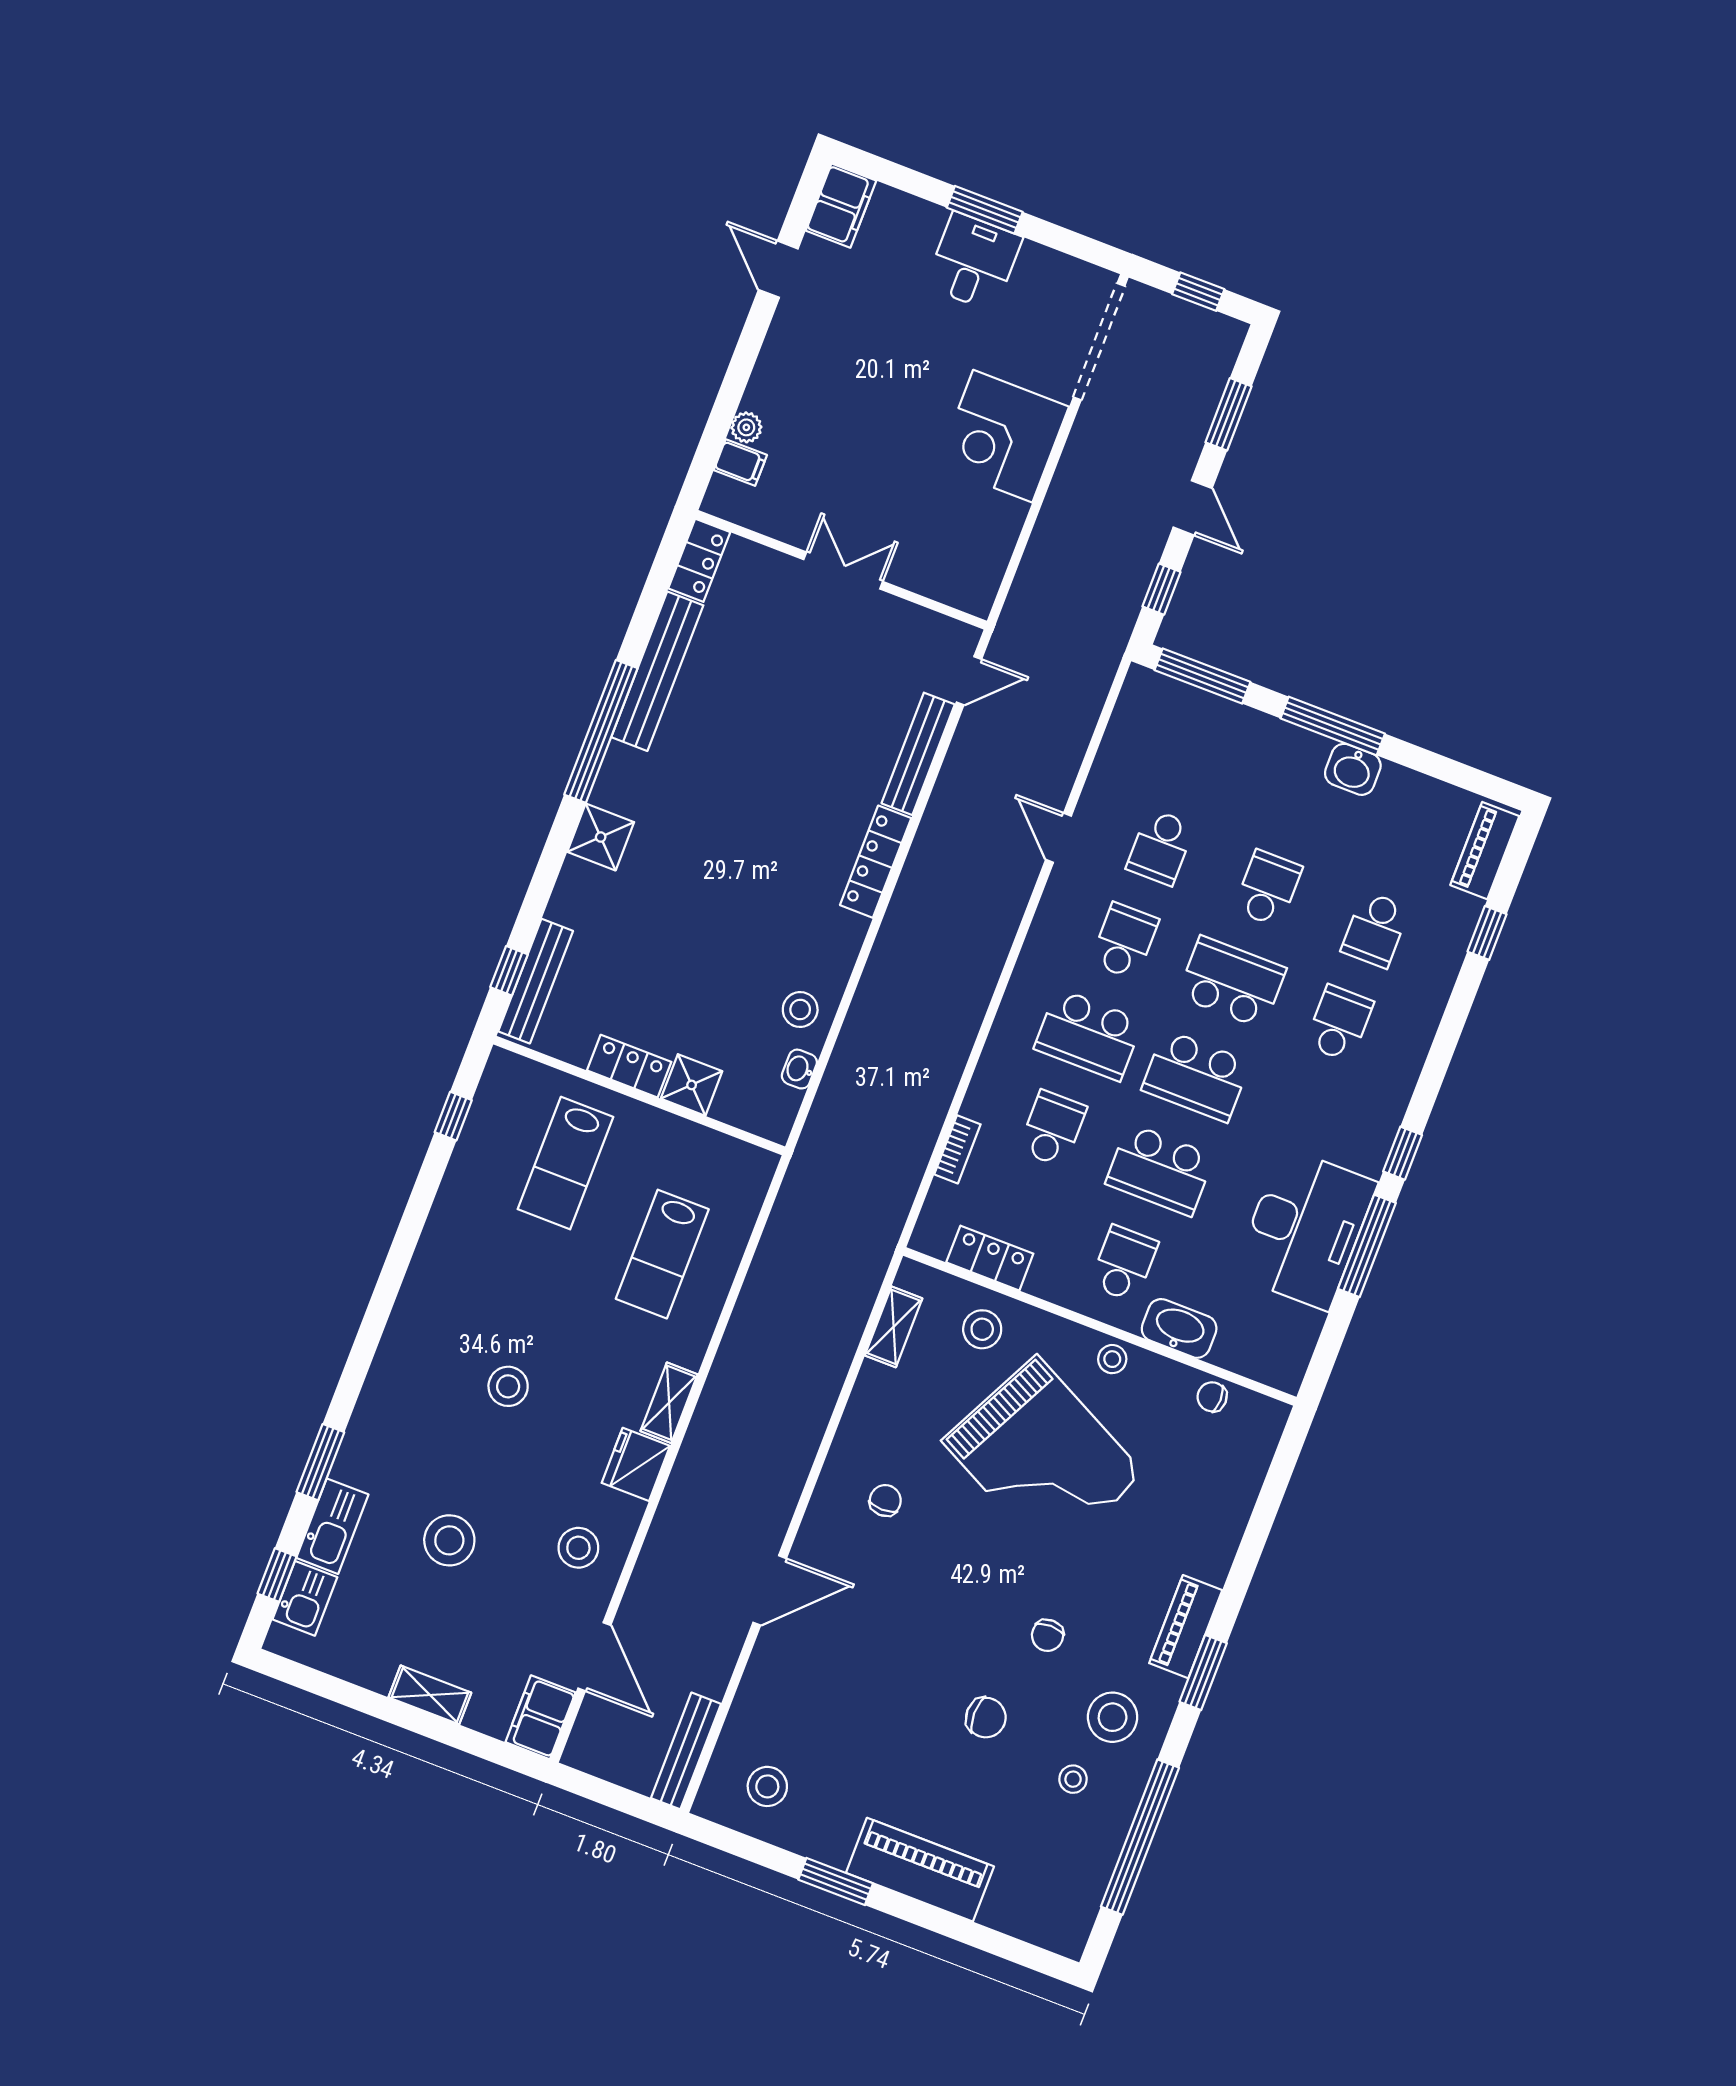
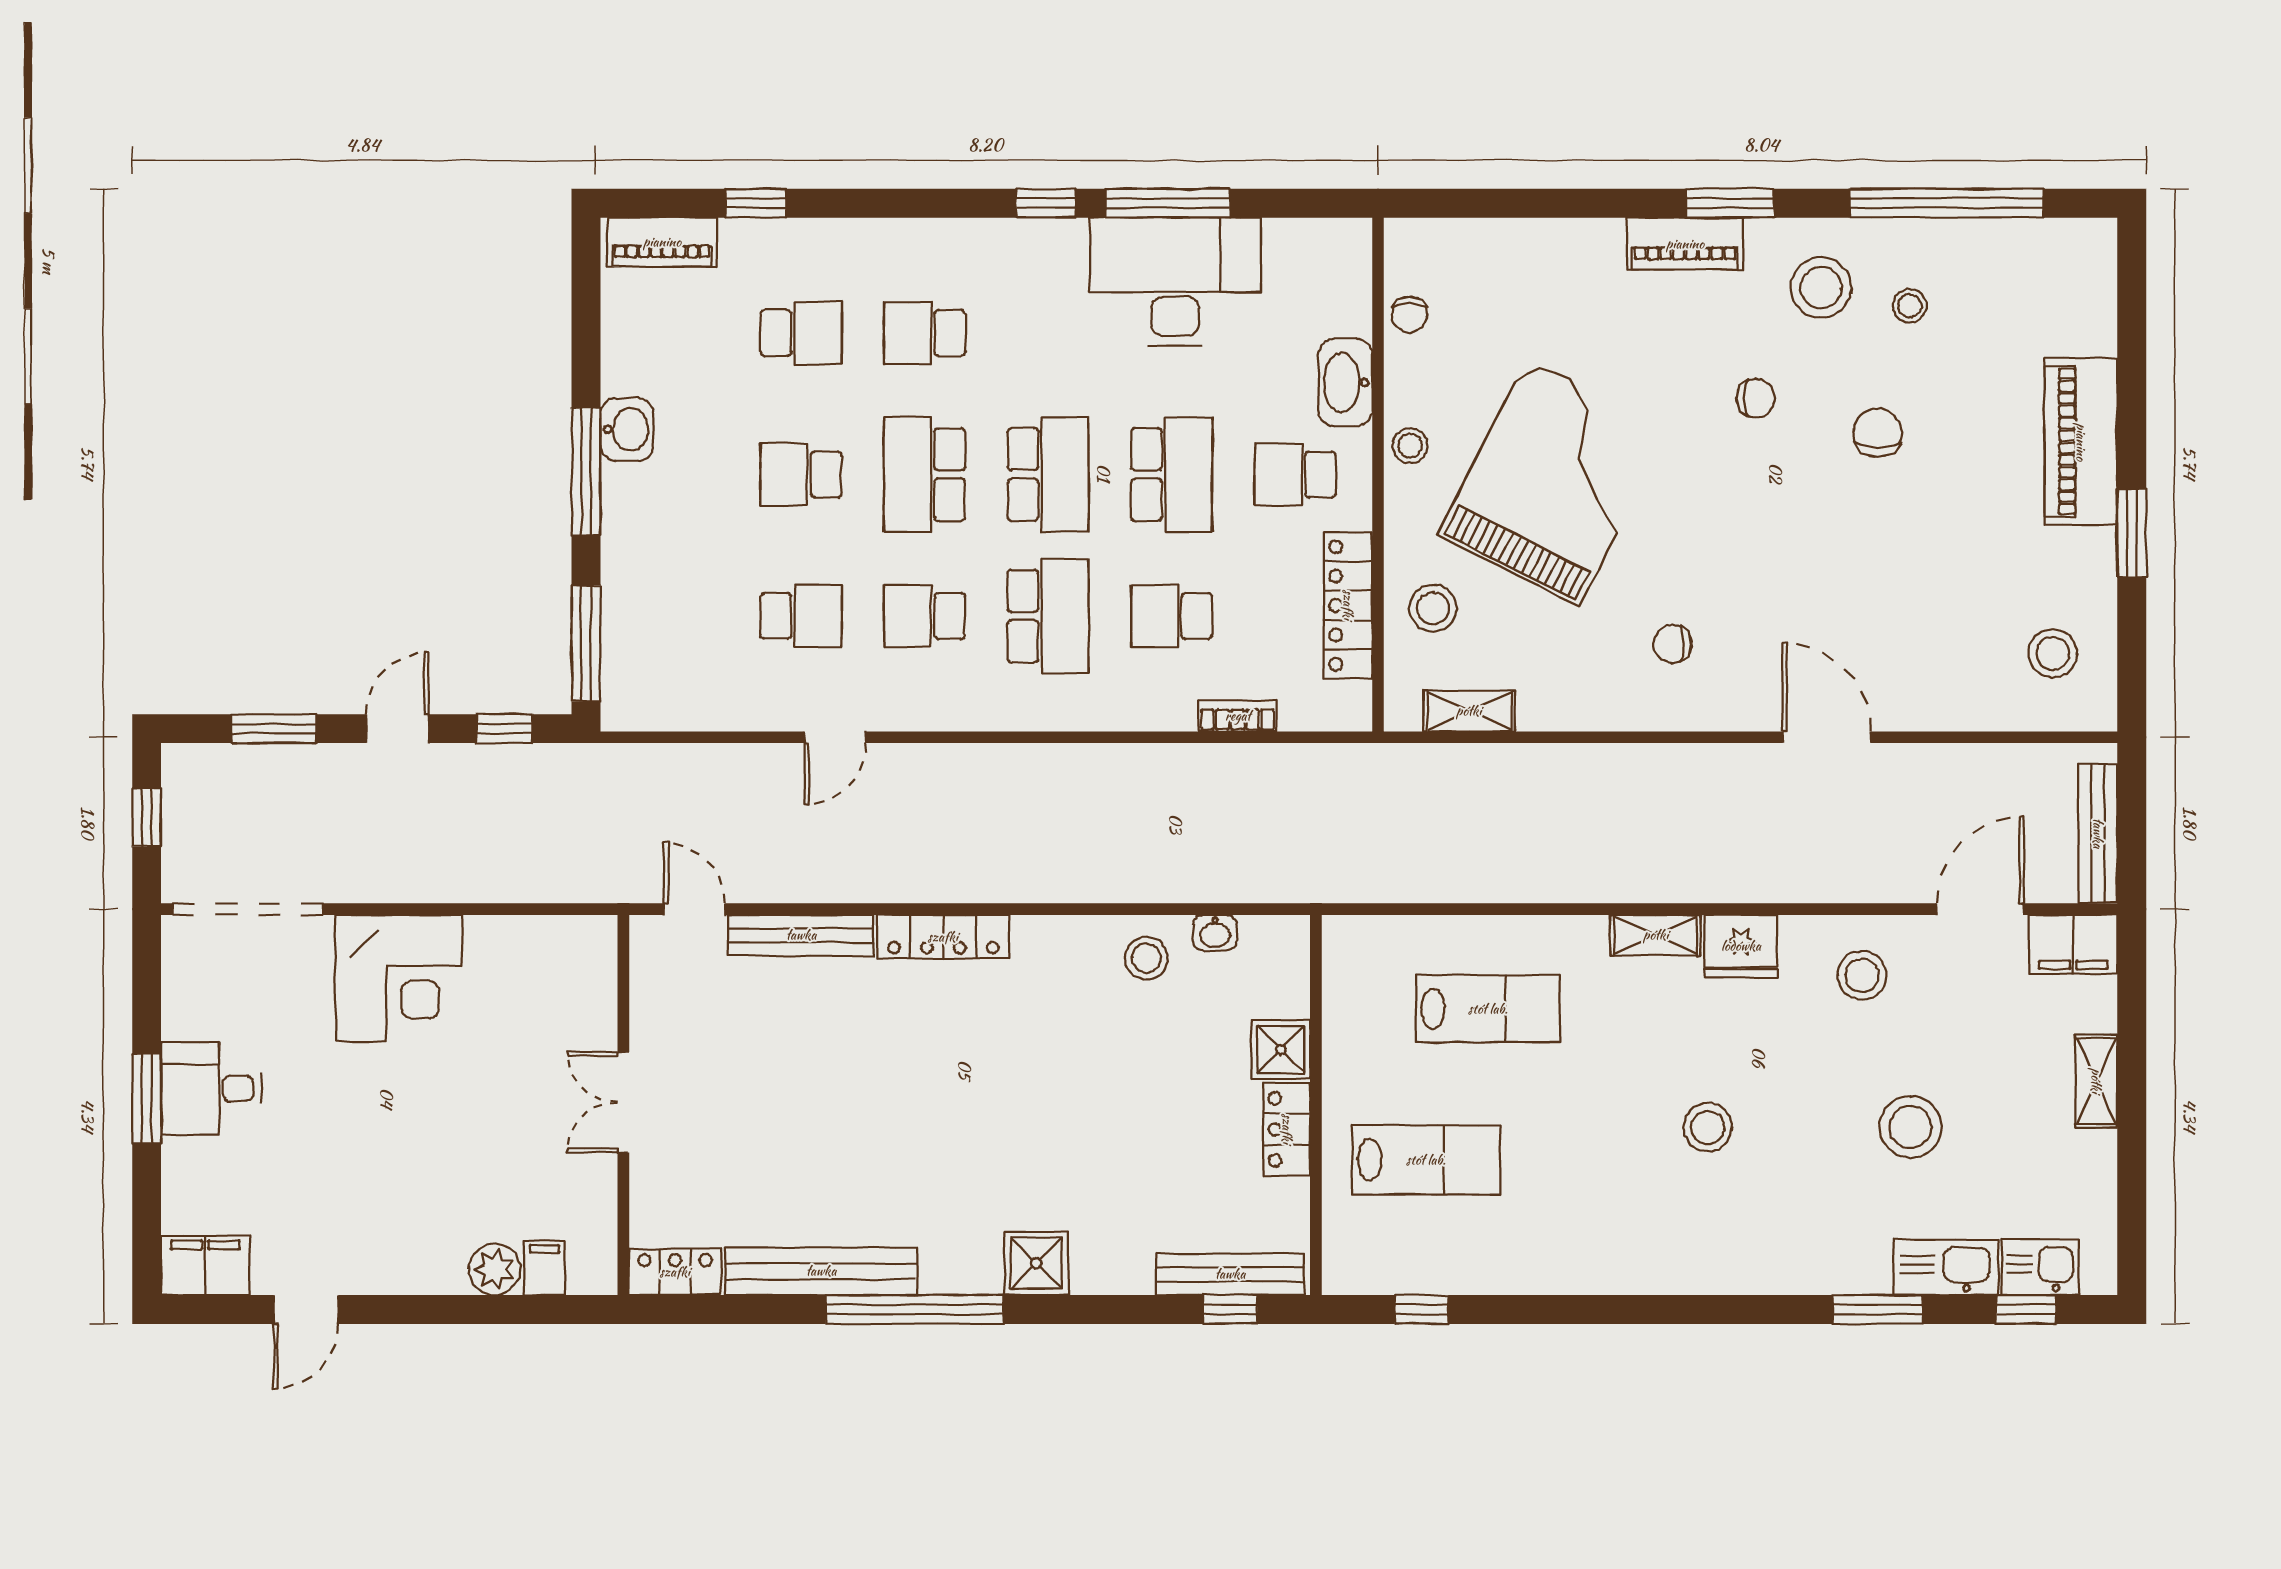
plant: (746, 427) -> (495, 1269), width x1.38, depth x1.38
locker: (990, 1258) -> (1348, 605), width x1.53
bench: (686, 1751) -> (2098, 833), moved, turned 90

